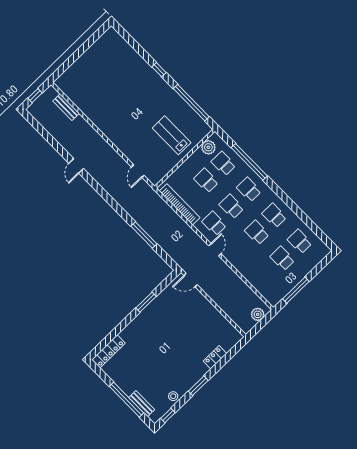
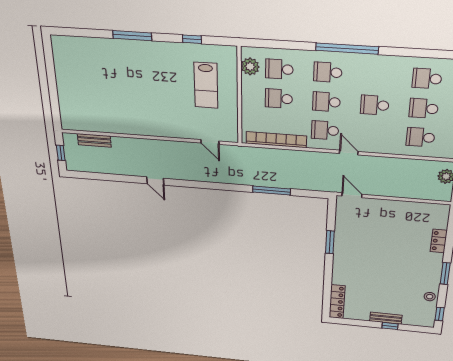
window: (159, 70) -> (132, 36), width x2.17
window: (191, 103) -> (192, 39), width x0.32
lab bench: (172, 135) -> (206, 85), turned -90
window: (249, 162) -> (347, 49), moved
school desk: (274, 215) -> (420, 137), moved
door: (191, 280) -> (352, 195), swing flipped
window: (126, 400) -> (390, 326), width x0.32
bench: (142, 404) -> (386, 318), moved

